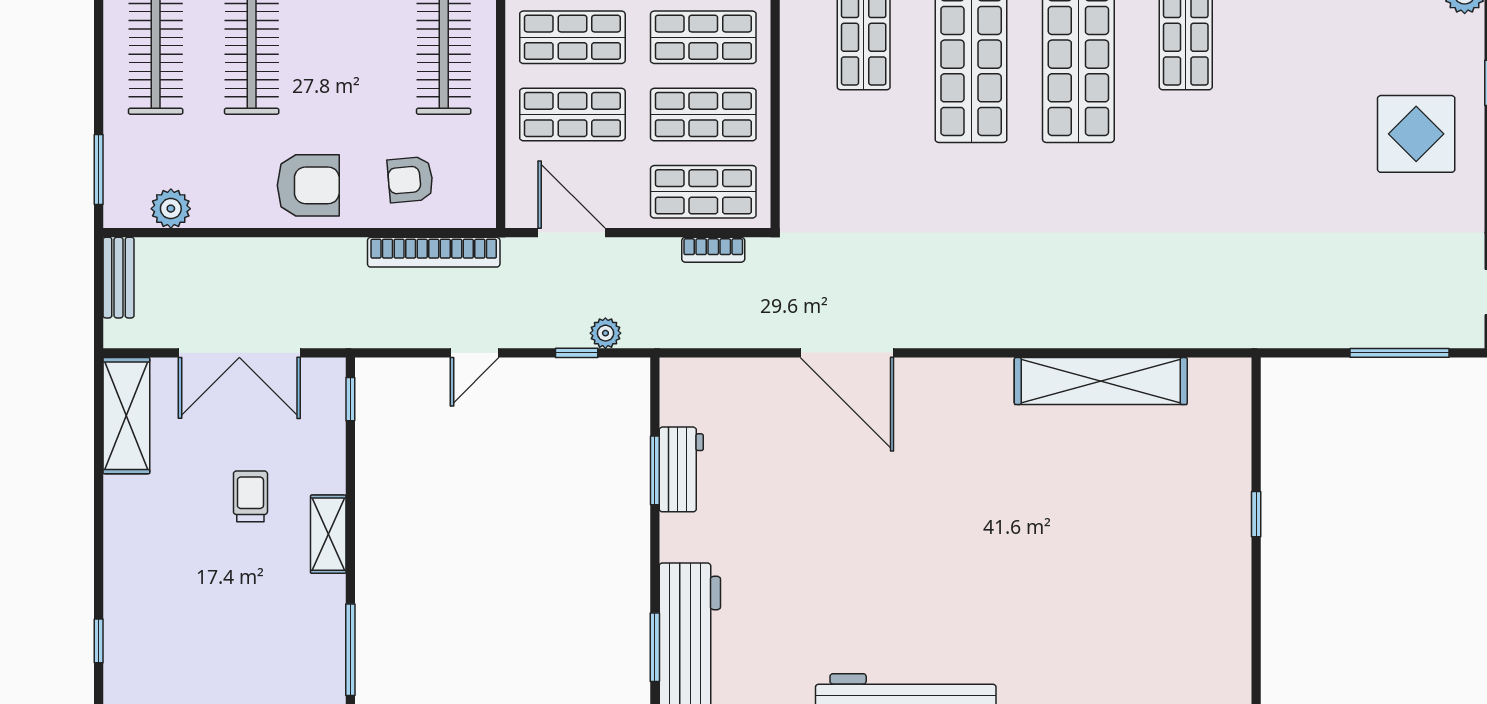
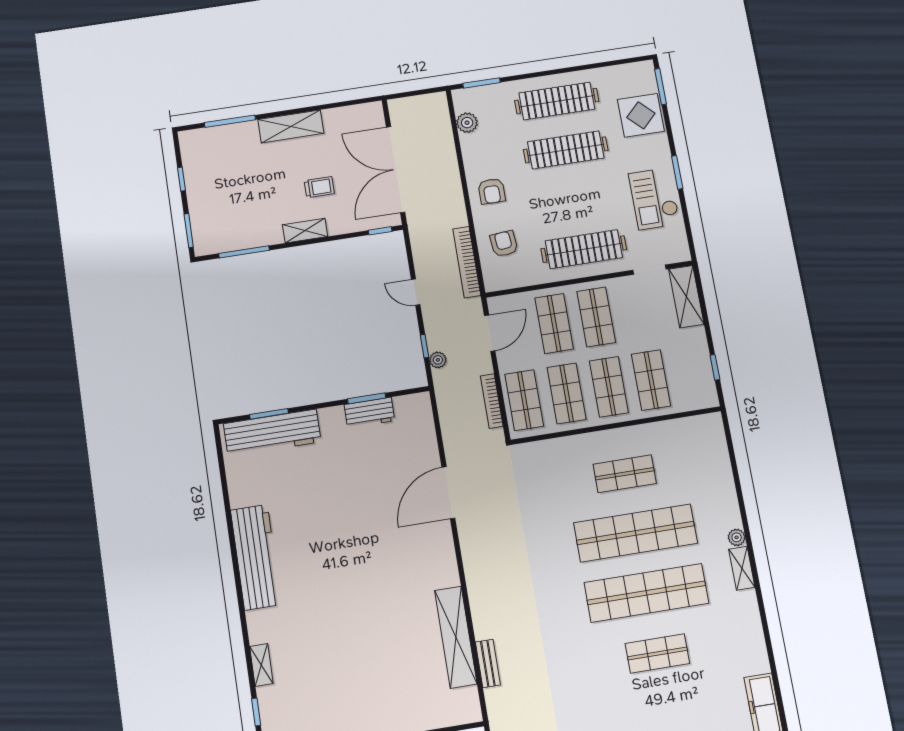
armchair: (308, 185) -> (492, 191), width x0.72, depth x0.72
bookcase: (713, 250) -> (492, 401), width x1.56
bench: (119, 278) -> (488, 663), moved, turned 90
double door: (239, 353) -> (396, 170), width x1.36
shelving: (126, 416) -> (291, 126), moved
window: (99, 641) -> (230, 121), width x2.17

